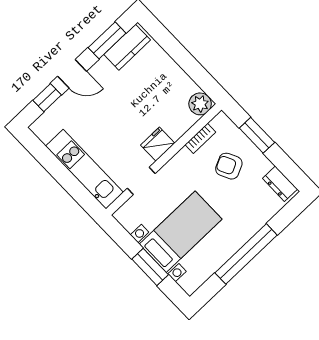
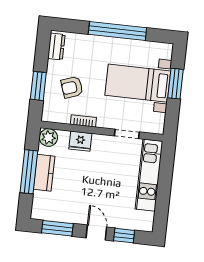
kitchen counter: (127, 47) -> (44, 173), moved, turned 90
window: (183, 58) -> (29, 172), added
bookcase: (200, 138) -> (83, 121), moved
fridge: (158, 144) -> (80, 141), moved
armchair: (229, 166) -> (72, 87), turned 97

